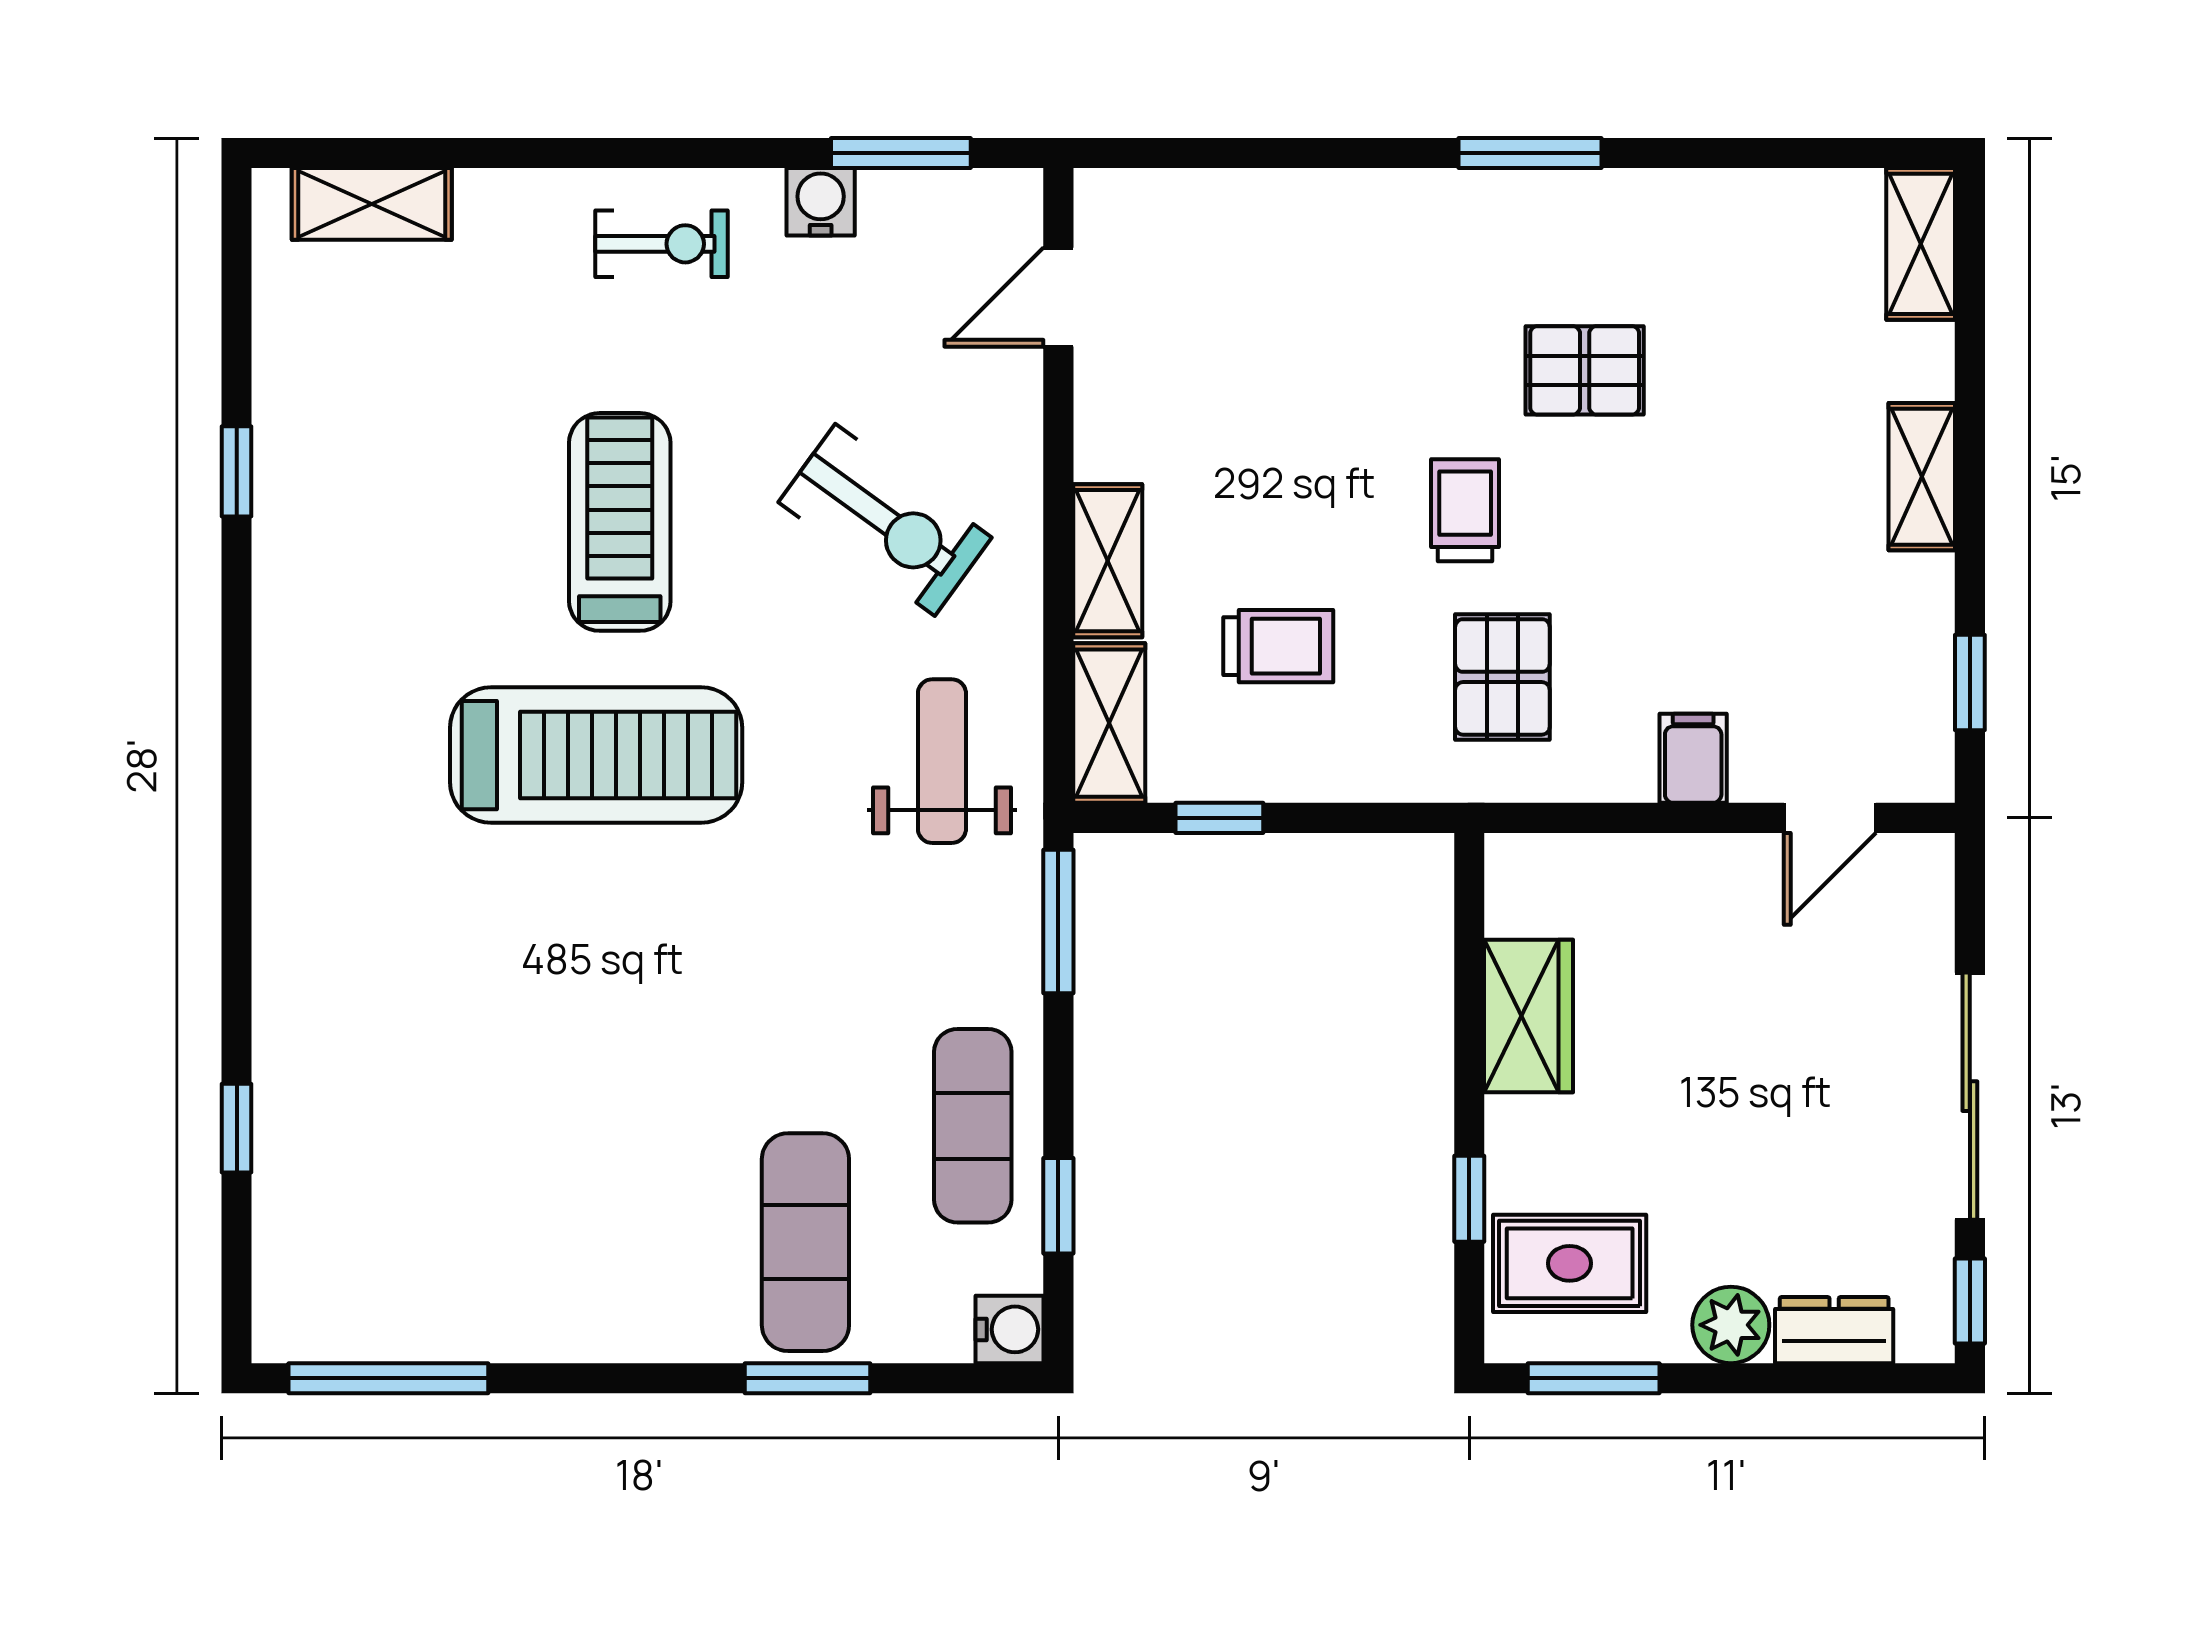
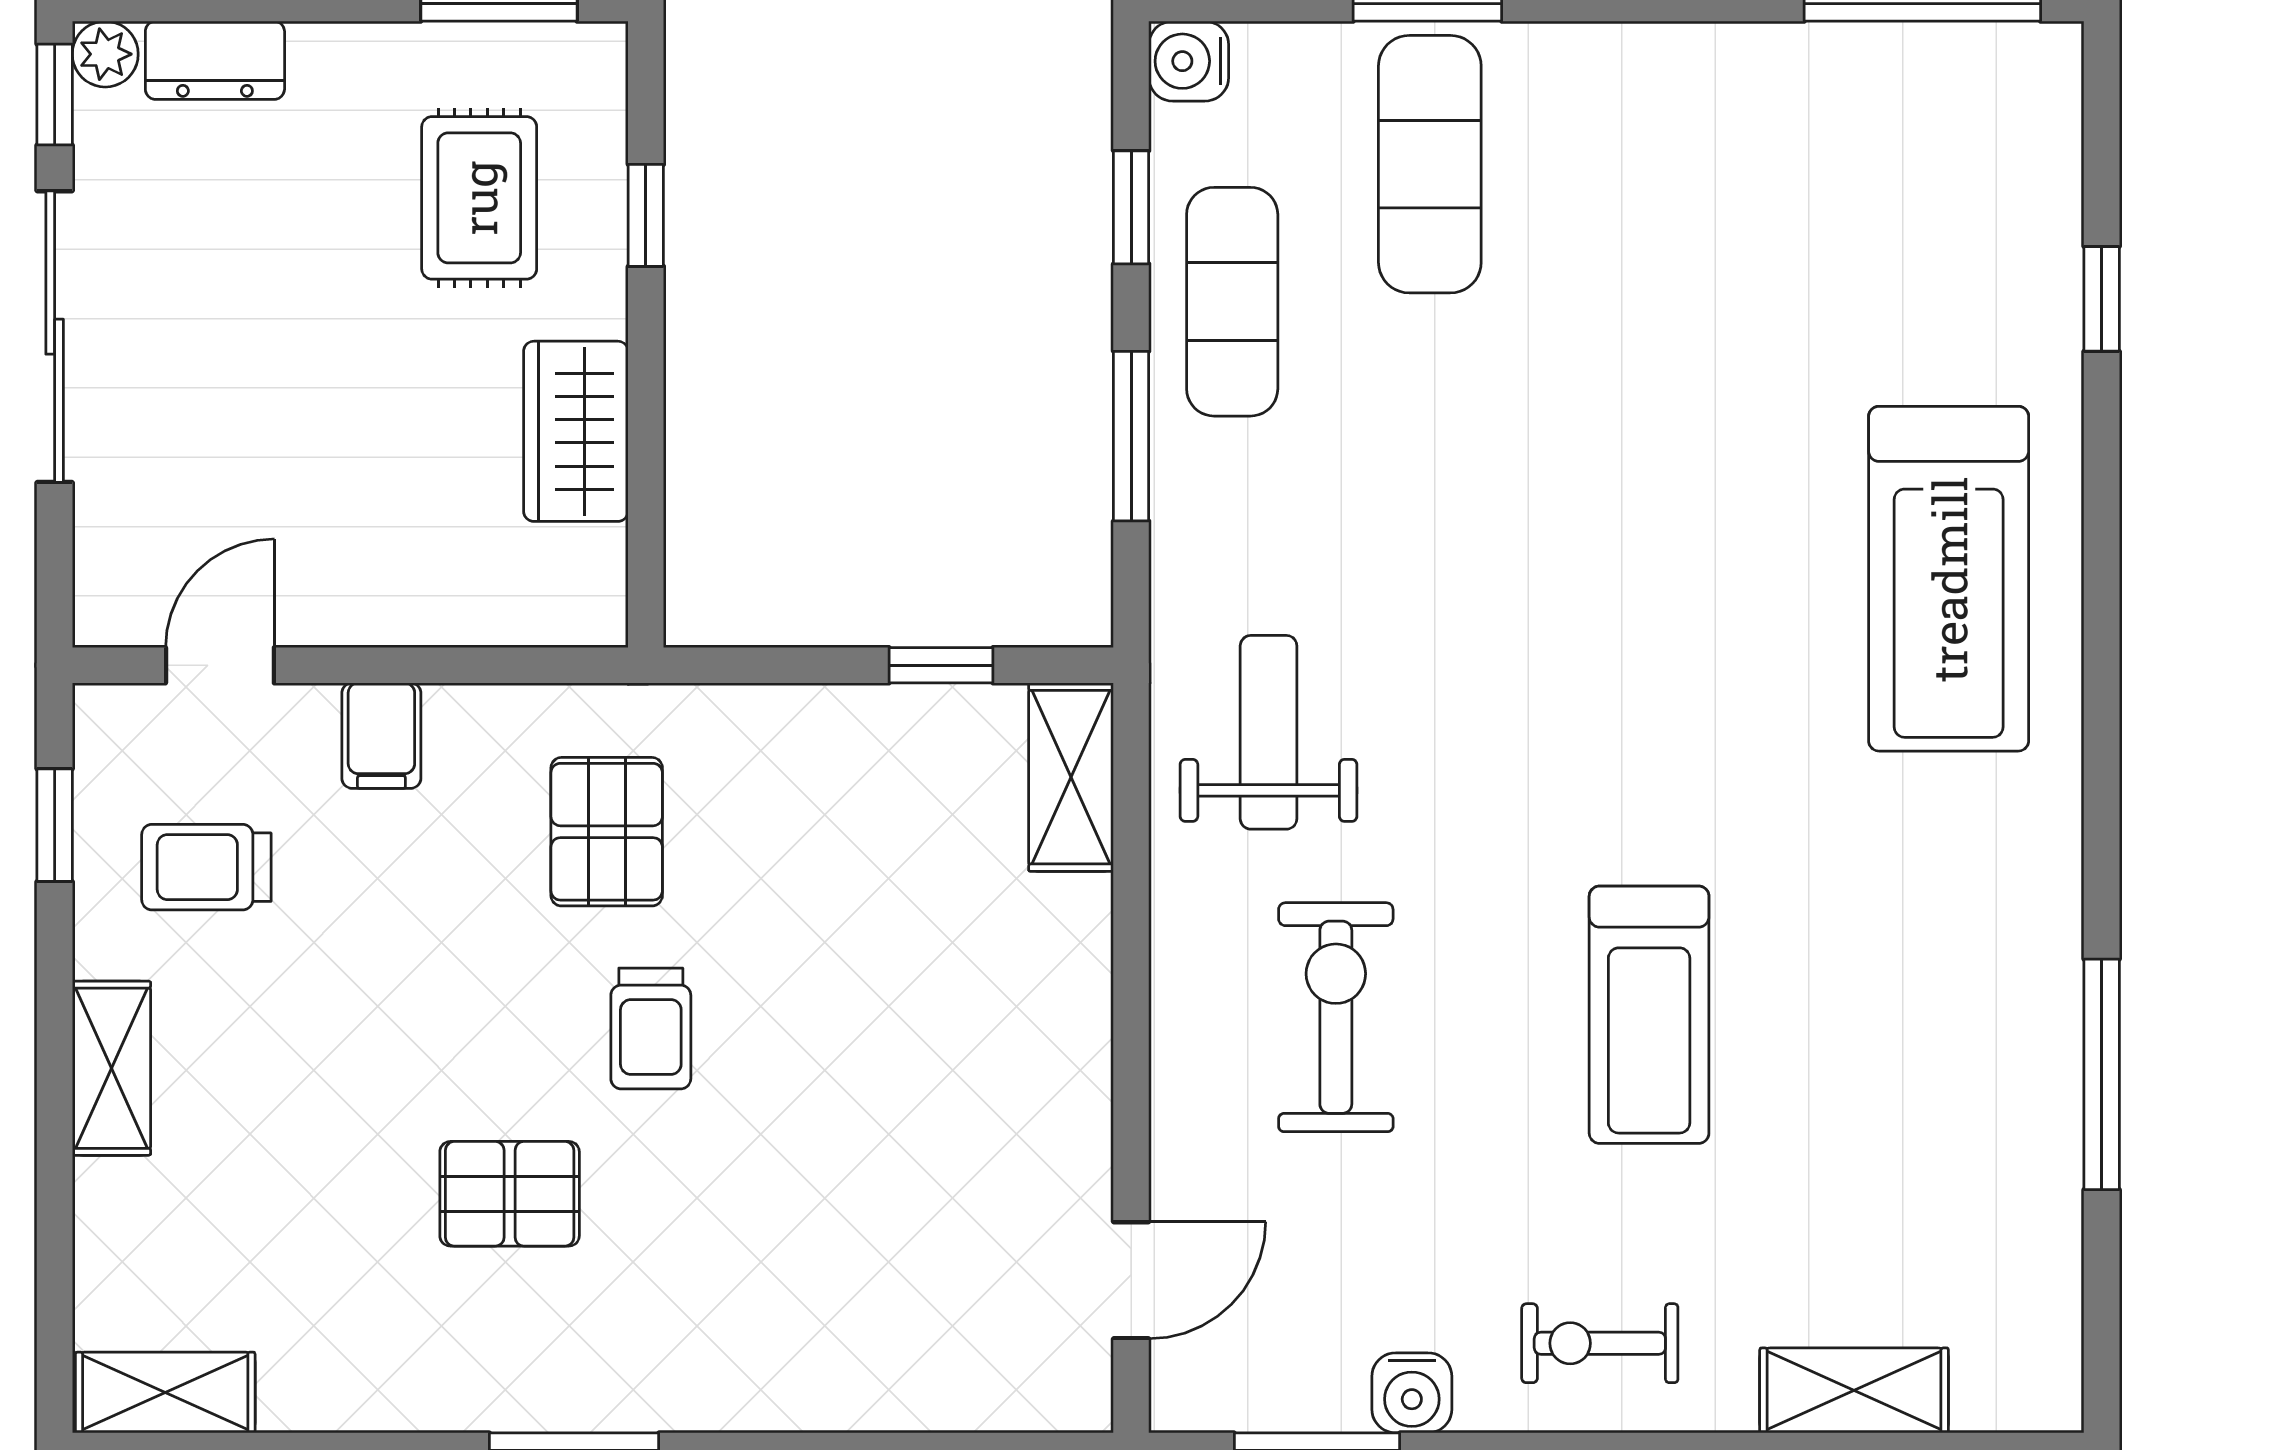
shelving: (372, 204) -> (1854, 1390), moved
shelving: (1921, 244) -> (165, 1392), moved, turned 90
window: (237, 471) -> (2102, 1074), width x2.17
exercise bike: (885, 520) -> (1336, 1017), turned 54
shelving: (1108, 561) -> (1073, 969), removed
trolley: (1278, 646) -> (206, 867), moved
treadmill: (596, 755) -> (1949, 579), moved, turned -90
weight bench: (942, 761) -> (1269, 732), turned 180
window: (1058, 921) -> (1131, 436), moved
rug: (1570, 1263) -> (479, 198), moved, turned 90
plant: (1731, 1325) -> (105, 54), moved, width x0.73, depth x0.73

